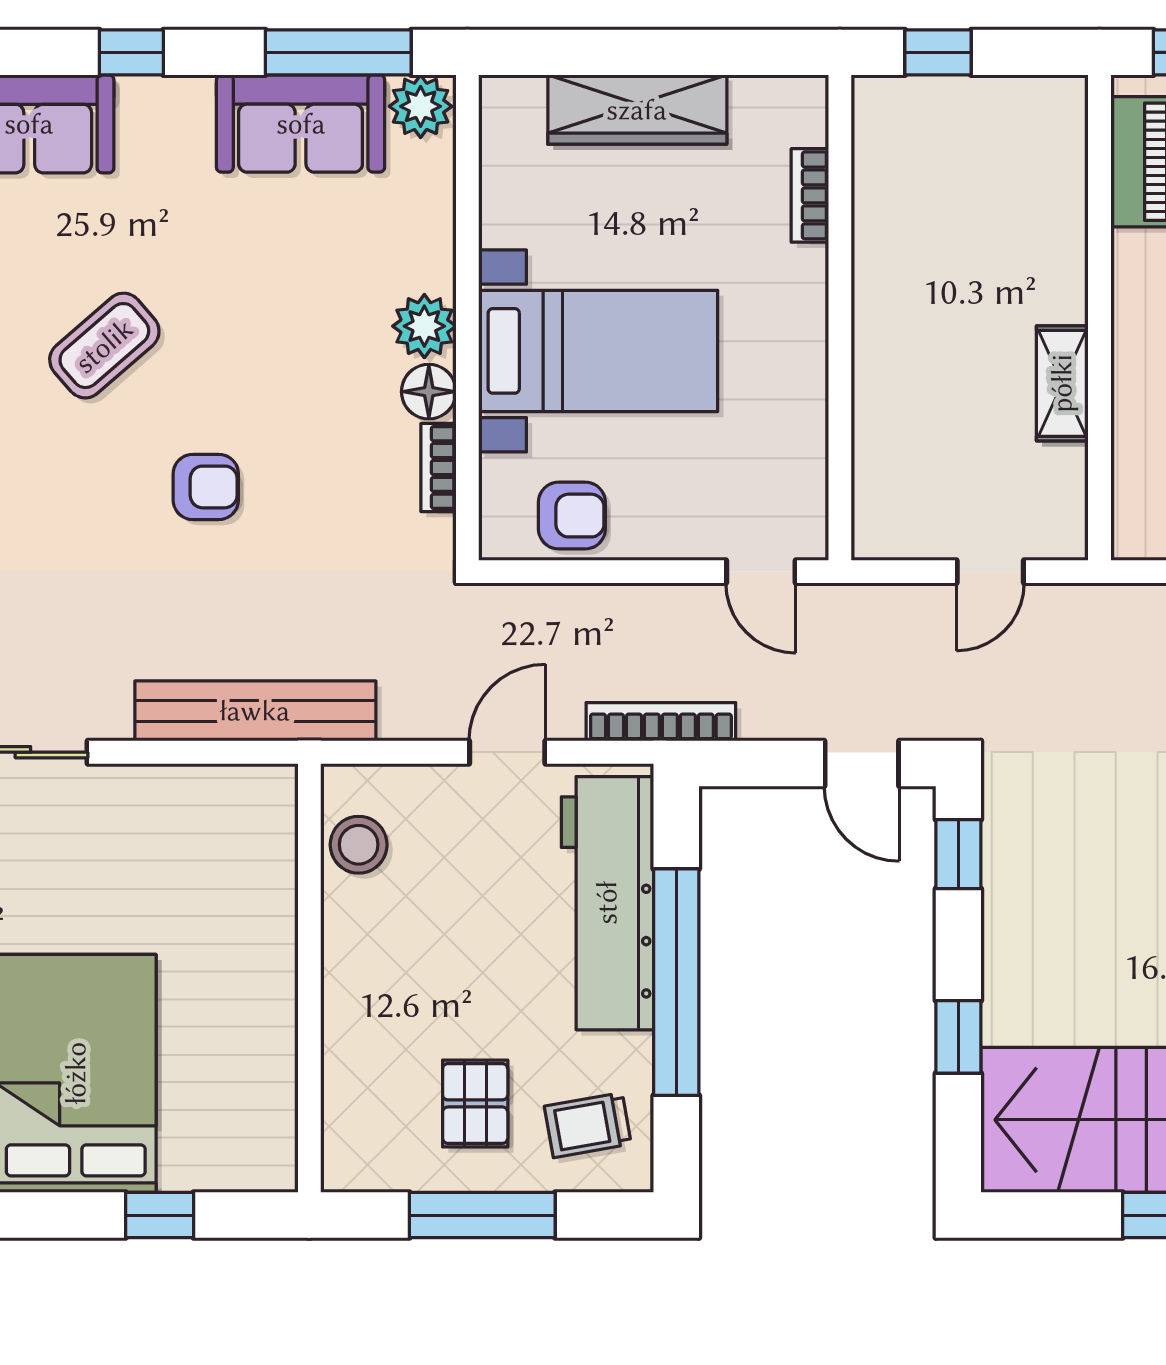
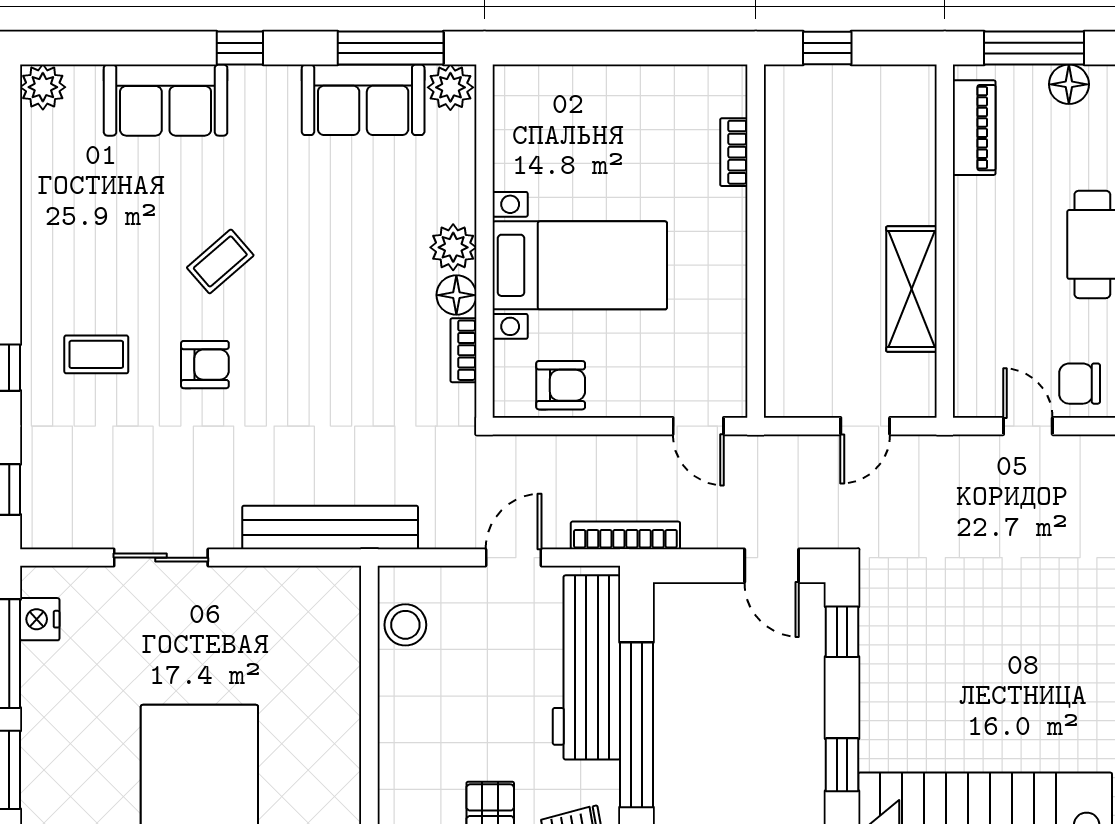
wardrobe: (637, 110) -> (608, 90), removed
coffee table: (104, 346) -> (220, 261), width x0.73, depth x0.77
shelving: (1062, 383) -> (911, 289), width x1.50, depth x1.33
armchair: (206, 487) -> (205, 365), moved

